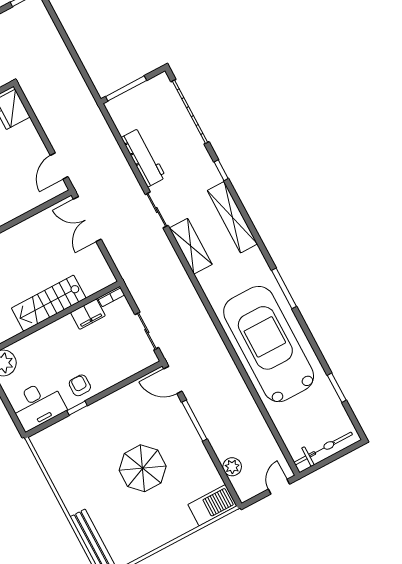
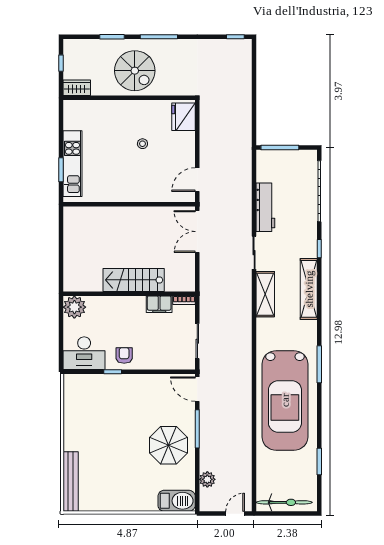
car: (269, 344) -> (285, 400), turned 180
parasol: (143, 468) -> (168, 445), moved

